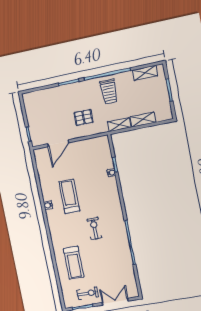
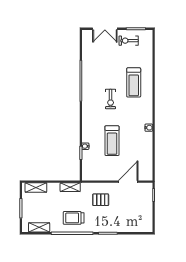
trolley: (109, 91) -> (74, 218), turned -90
shelving: (143, 120) -> (36, 187), moved
treadmill: (69, 196) -> (112, 141), moved
treadmill: (74, 263) -> (134, 82), moved, turned 180

